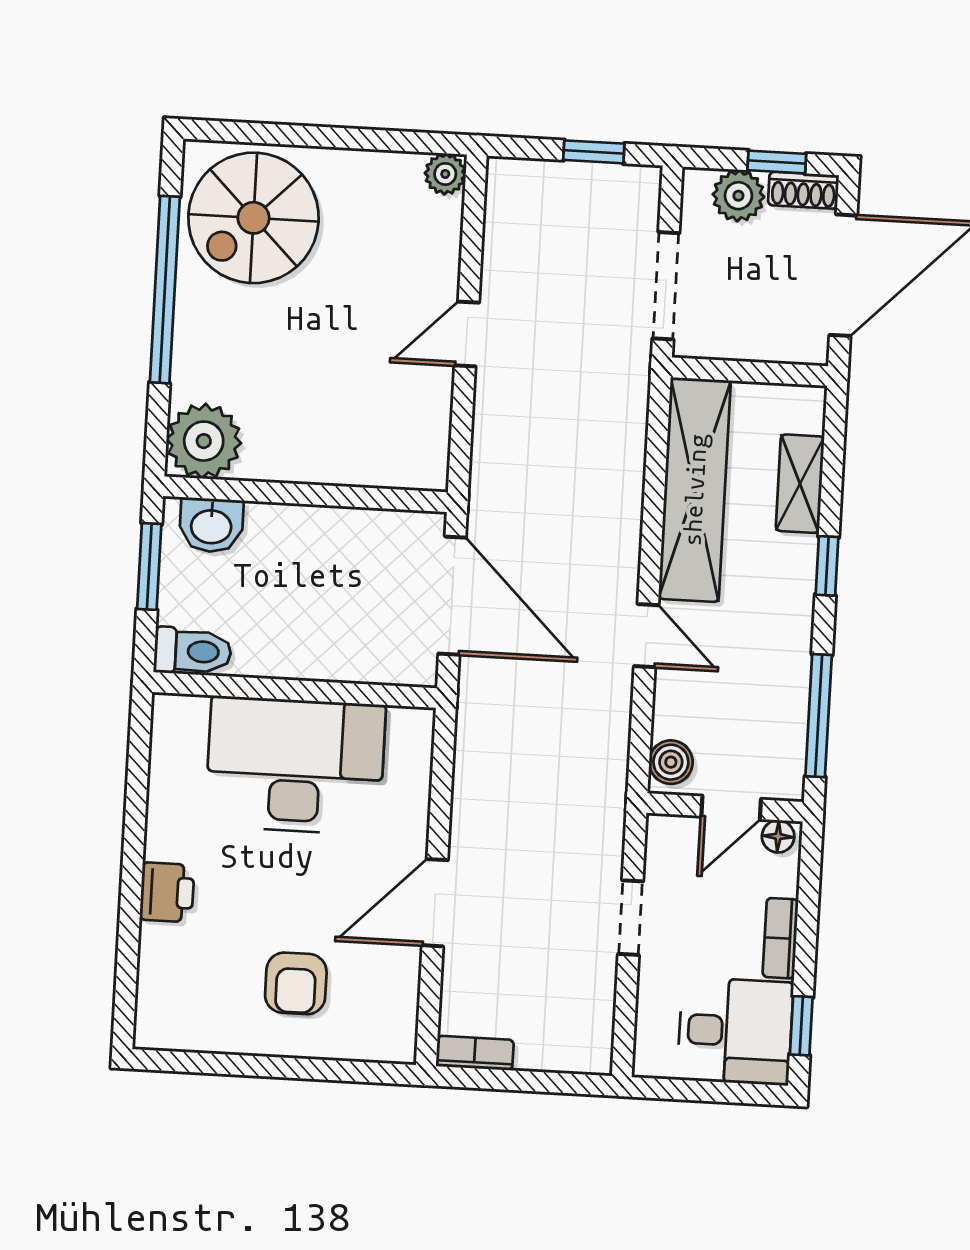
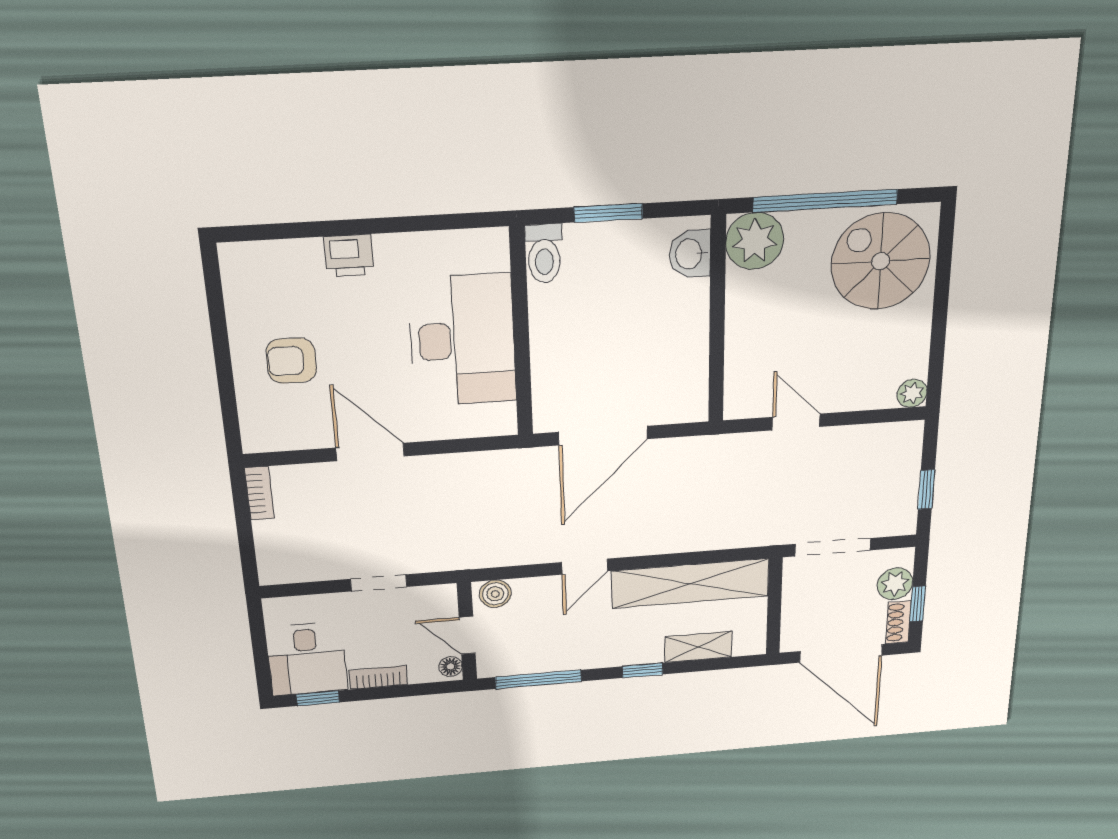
plant: (204, 441) -> (755, 241), moved
wall: (306, 494) -> (717, 321), moved
washbasin: (211, 525) -> (690, 254), moved

